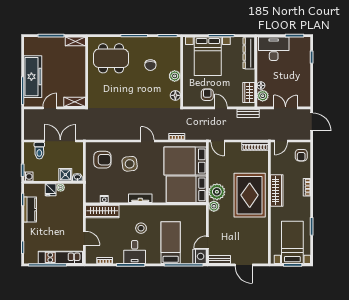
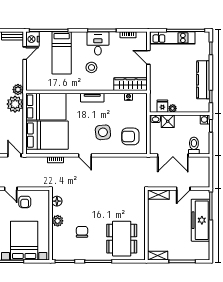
dining table: (111, 58) -> (122, 239), turned 90
fridge: (51, 190) -> (162, 106), moved
kitchen counter: (30, 210) -> (203, 80), width x1.50

